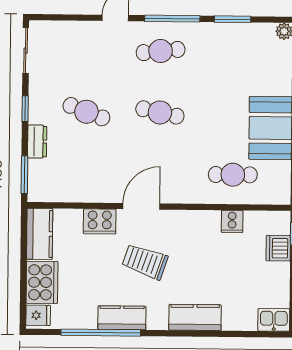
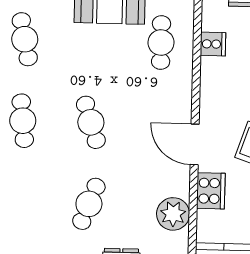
cafe table: (234, 52) -> (25, 39), added
cafe table: (160, 112) -> (91, 122), turned -30
plant: (78, 188) -> (173, 214), added

